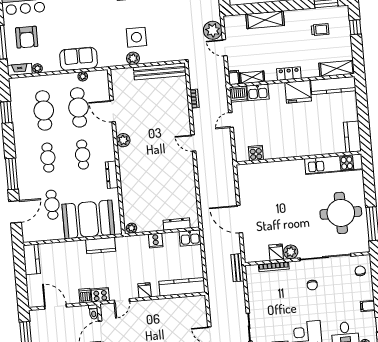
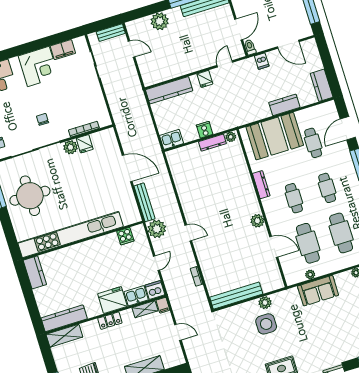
plant: (213, 30) -> (157, 229), moved
fridge: (298, 92) -> (112, 300), moved
kitchen unit: (334, 164) -> (70, 235), width x1.86
dresser: (177, 224) -> (212, 143), moved
kitchen counter: (101, 246) -> (284, 105), moved
bench: (237, 268) -> (145, 202), moved, width x1.36
cooker: (100, 295) -> (247, 65), removed

